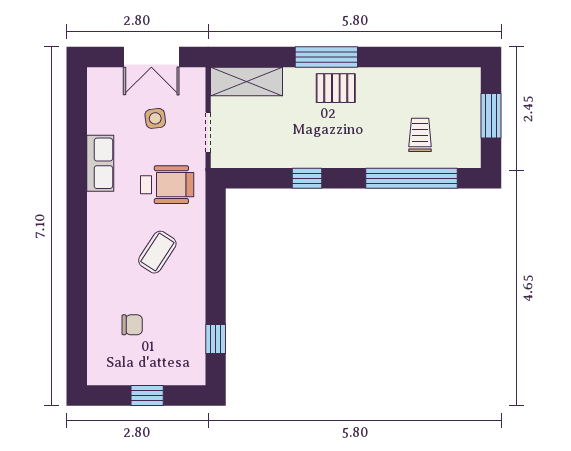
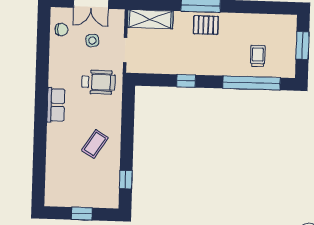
row of seats: (100, 163) -> (56, 105), moved
coffee table: (157, 252) -> (95, 144), moved
chair: (132, 325) -> (61, 29), moved

